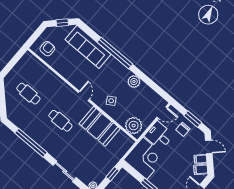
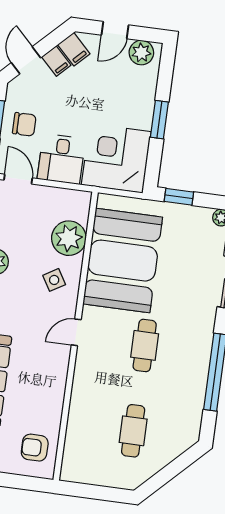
booth: (99, 126) -> (123, 261), width x1.36, depth x1.42
plant: (134, 126) -> (69, 238), moved

